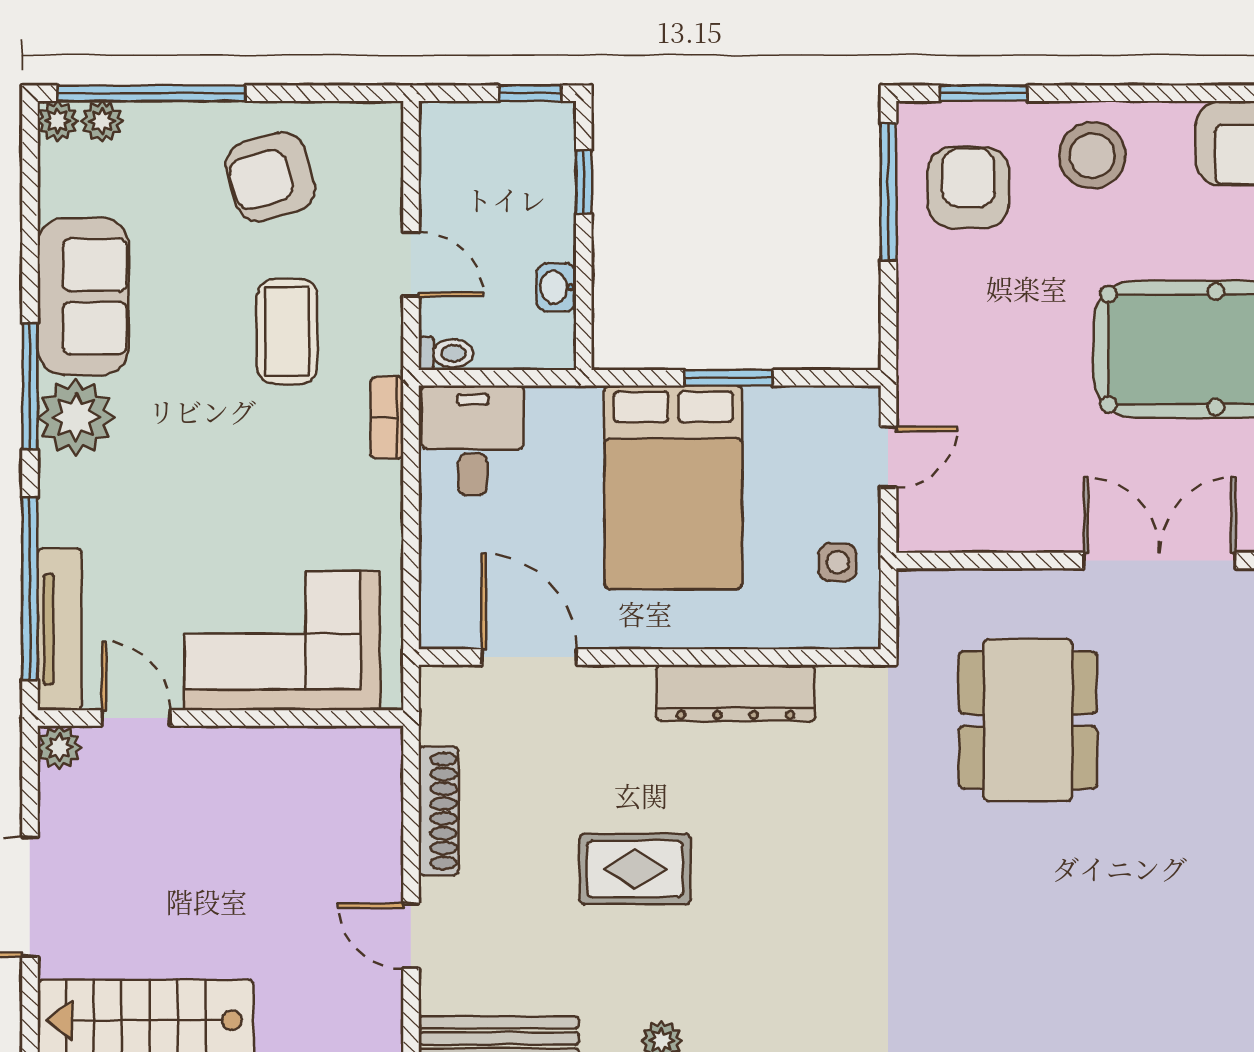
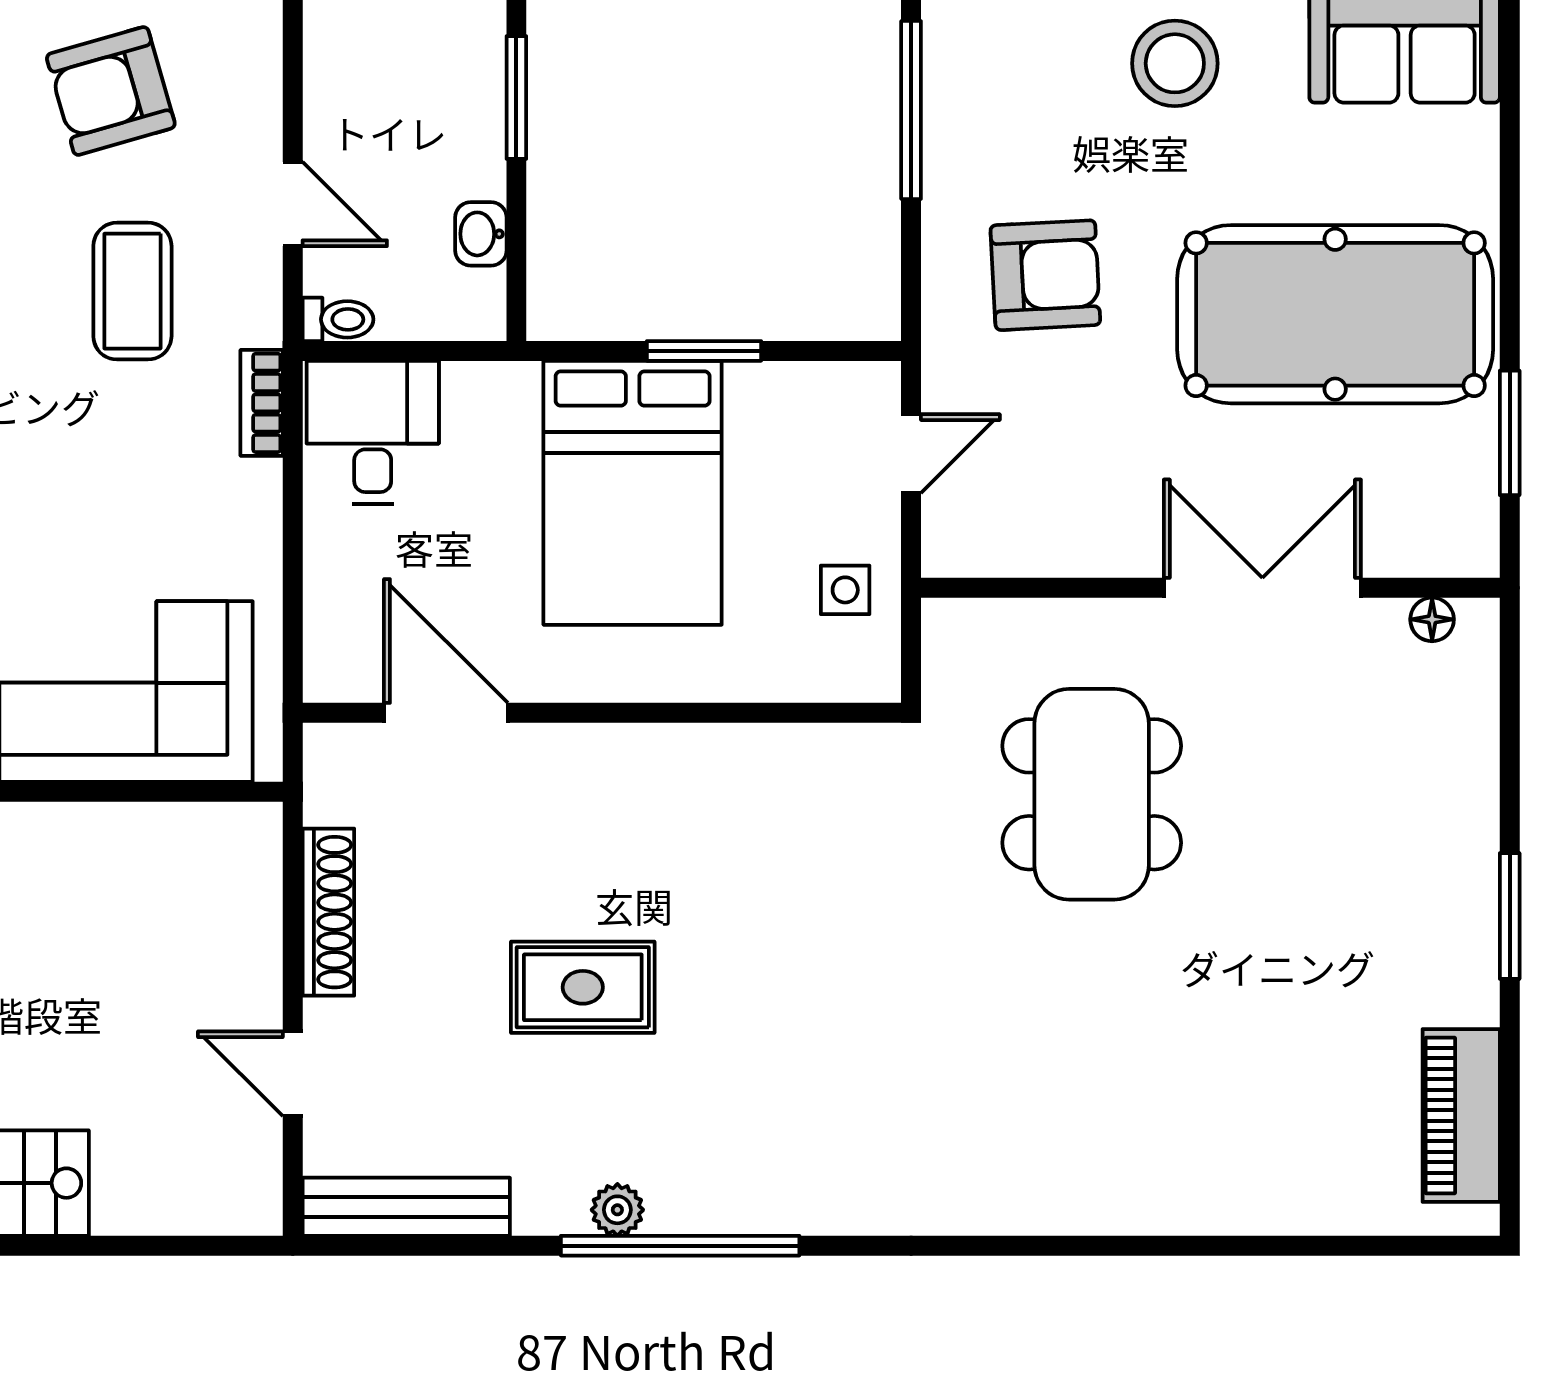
window: (584, 182) -> (516, 97), width x1.50
armchair: (968, 187) -> (1045, 275), moved, turned 87
dresser: (736, 693) -> (713, 759), removed

